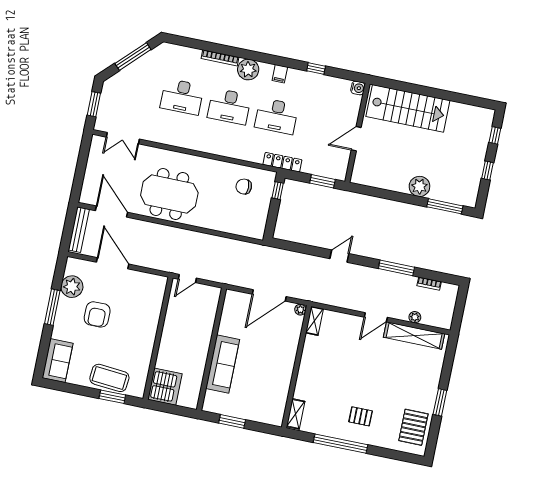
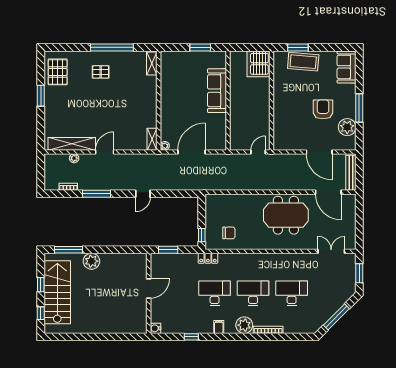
stairs: (408, 108) -> (57, 292), moved, turned 90
locker: (282, 162) -> (208, 258), width x0.66

